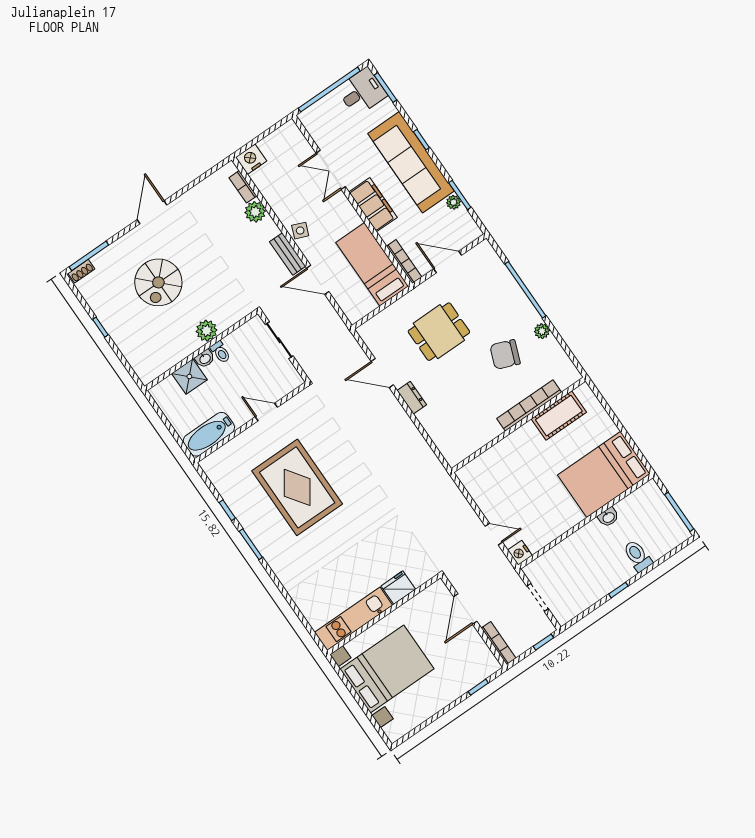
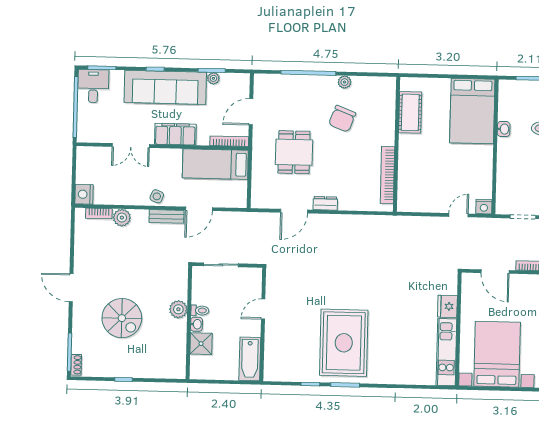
bookcase: (529, 405) -> (387, 175), moved
rug: (297, 487) -> (344, 343), moved, turned 90

